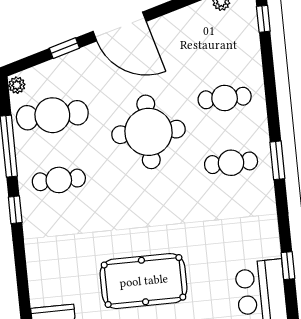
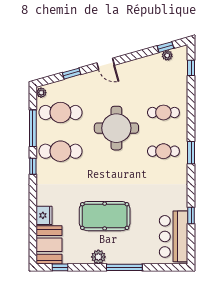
door: (120, 26) -> (106, 64), width x0.53
cafe table: (59, 180) -> (60, 151), width x1.37, depth x1.35
fridge: (42, 290) -> (44, 215), added

